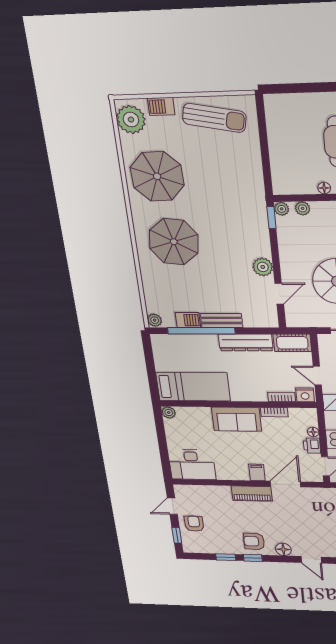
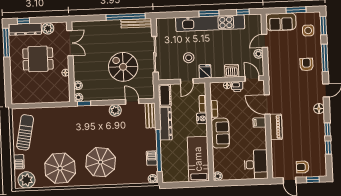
bench: (222, 320) -> (150, 116), moved
nightstand: (305, 395) -> (202, 118), moved
armchair: (254, 541) -> (314, 128), removed

